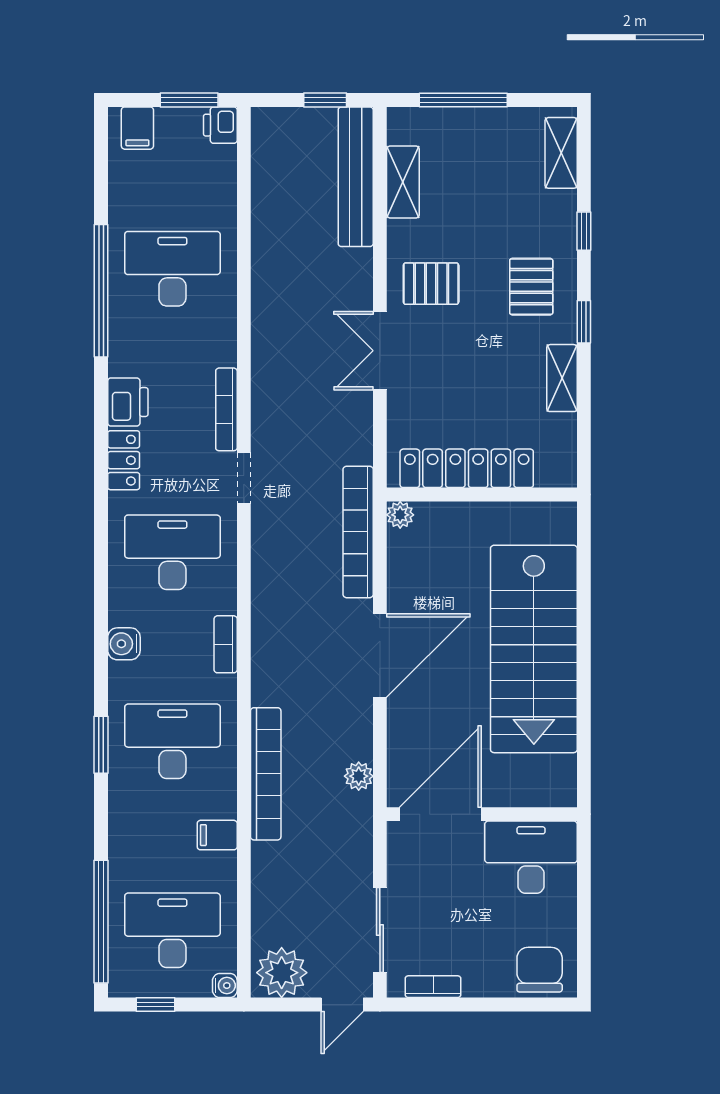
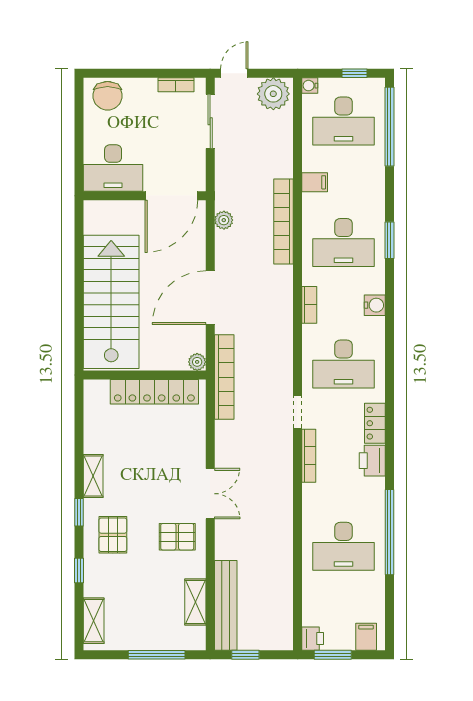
locker: (467, 468) -> (154, 392), moved
wall: (482, 494) -> (145, 375), moved
plant: (400, 515) -> (197, 362), moved

